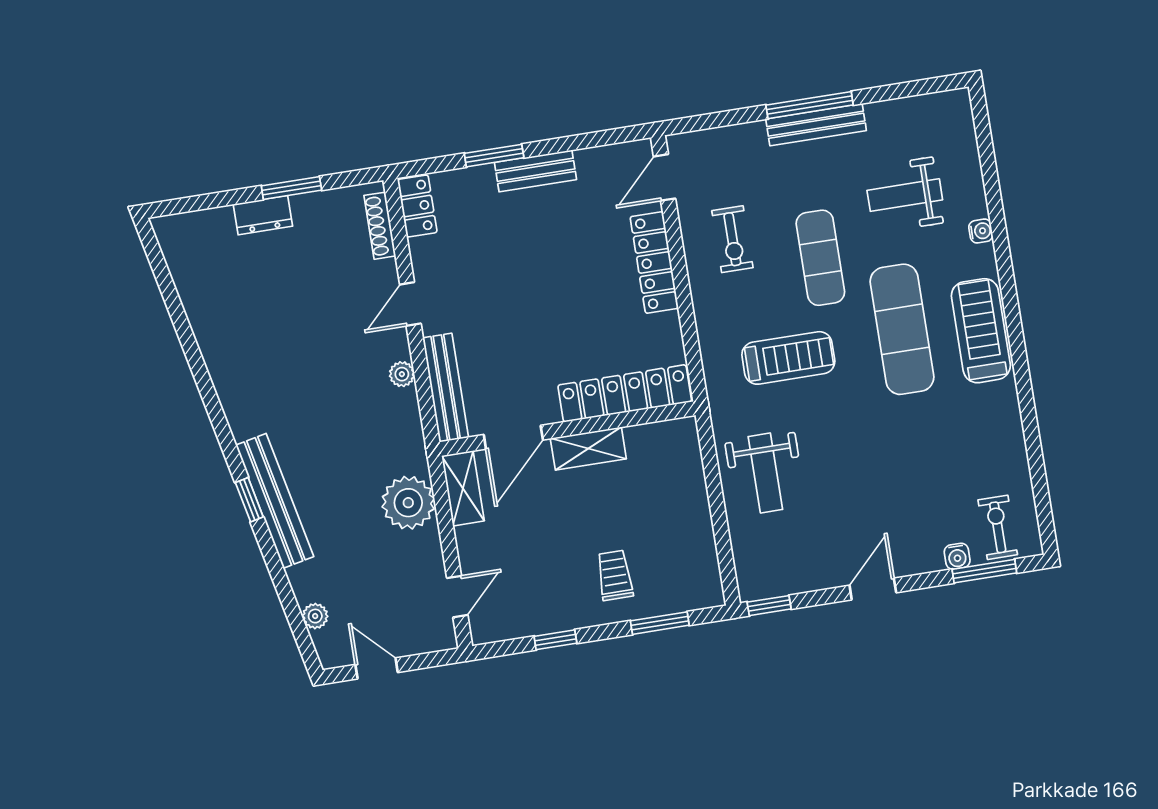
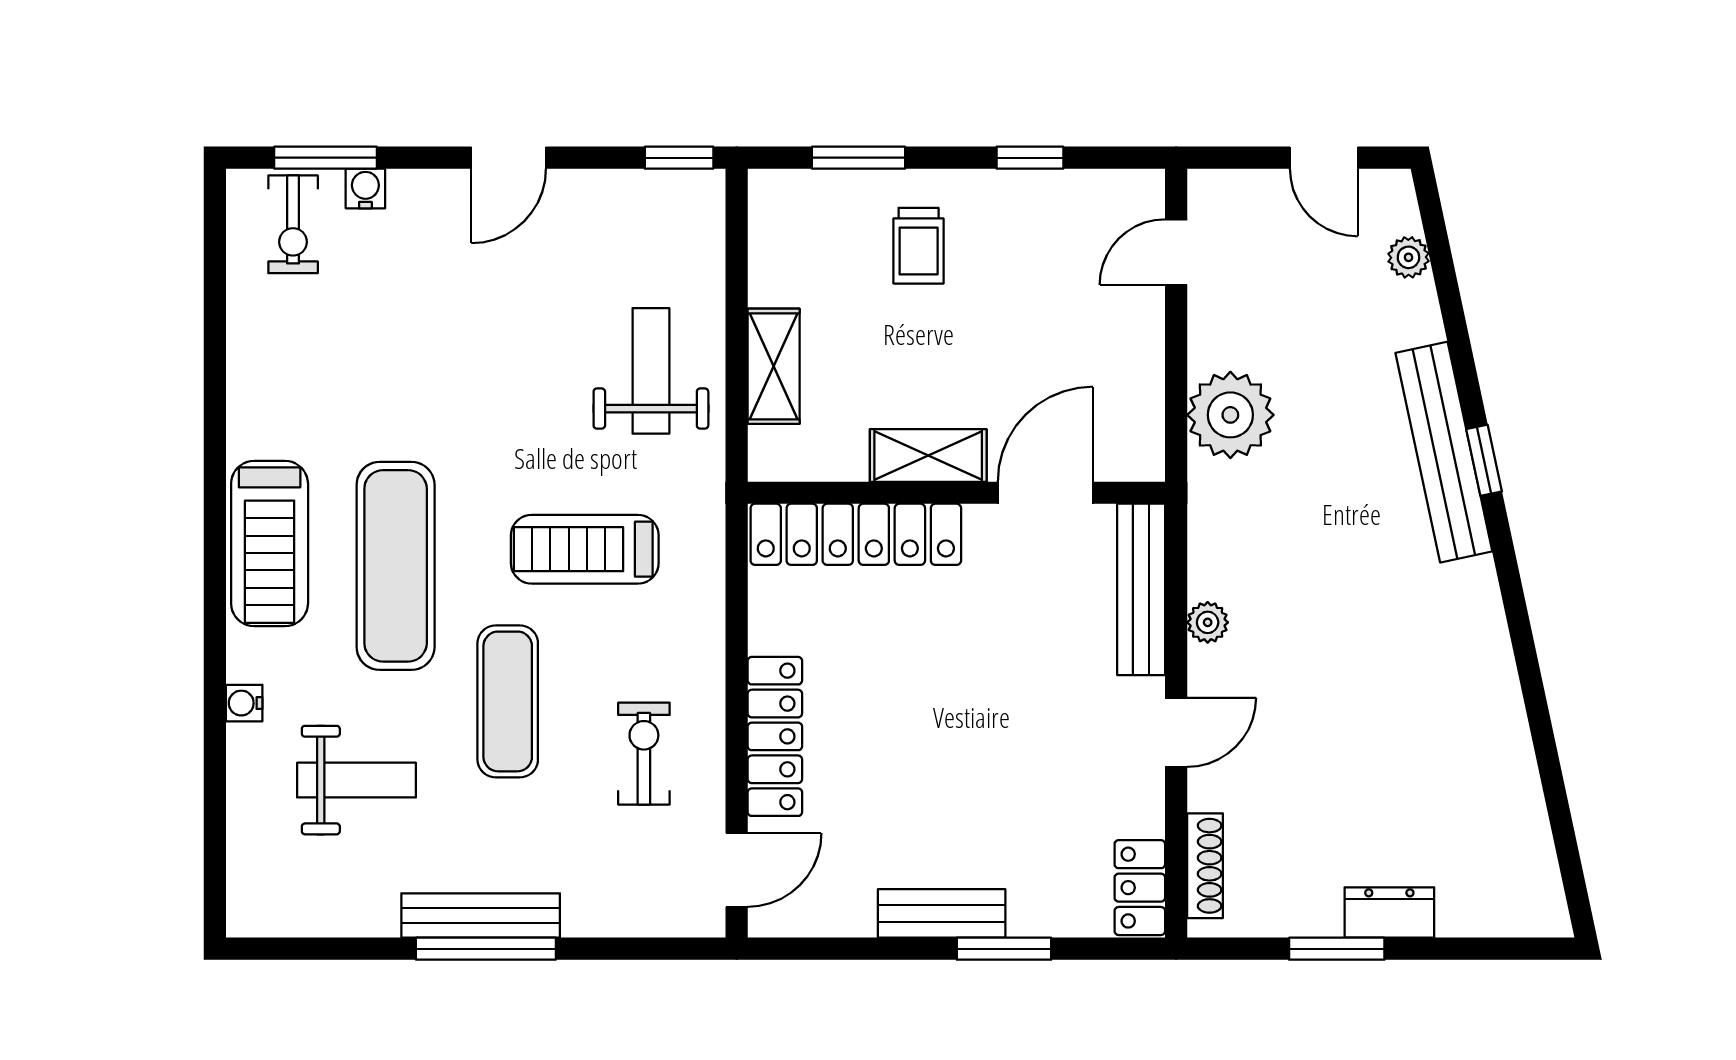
shelving: (463, 488) -> (774, 366), moved

